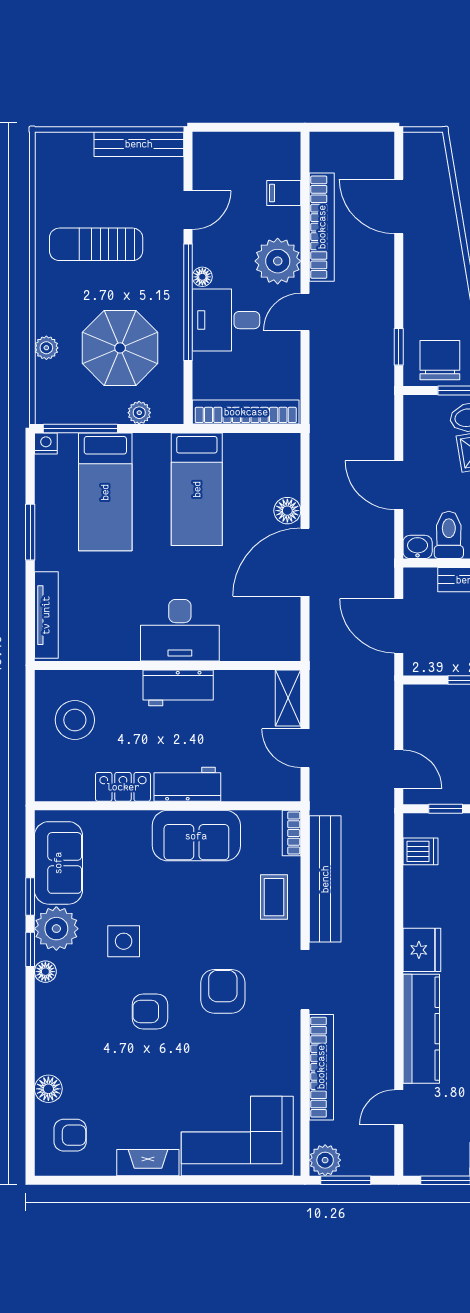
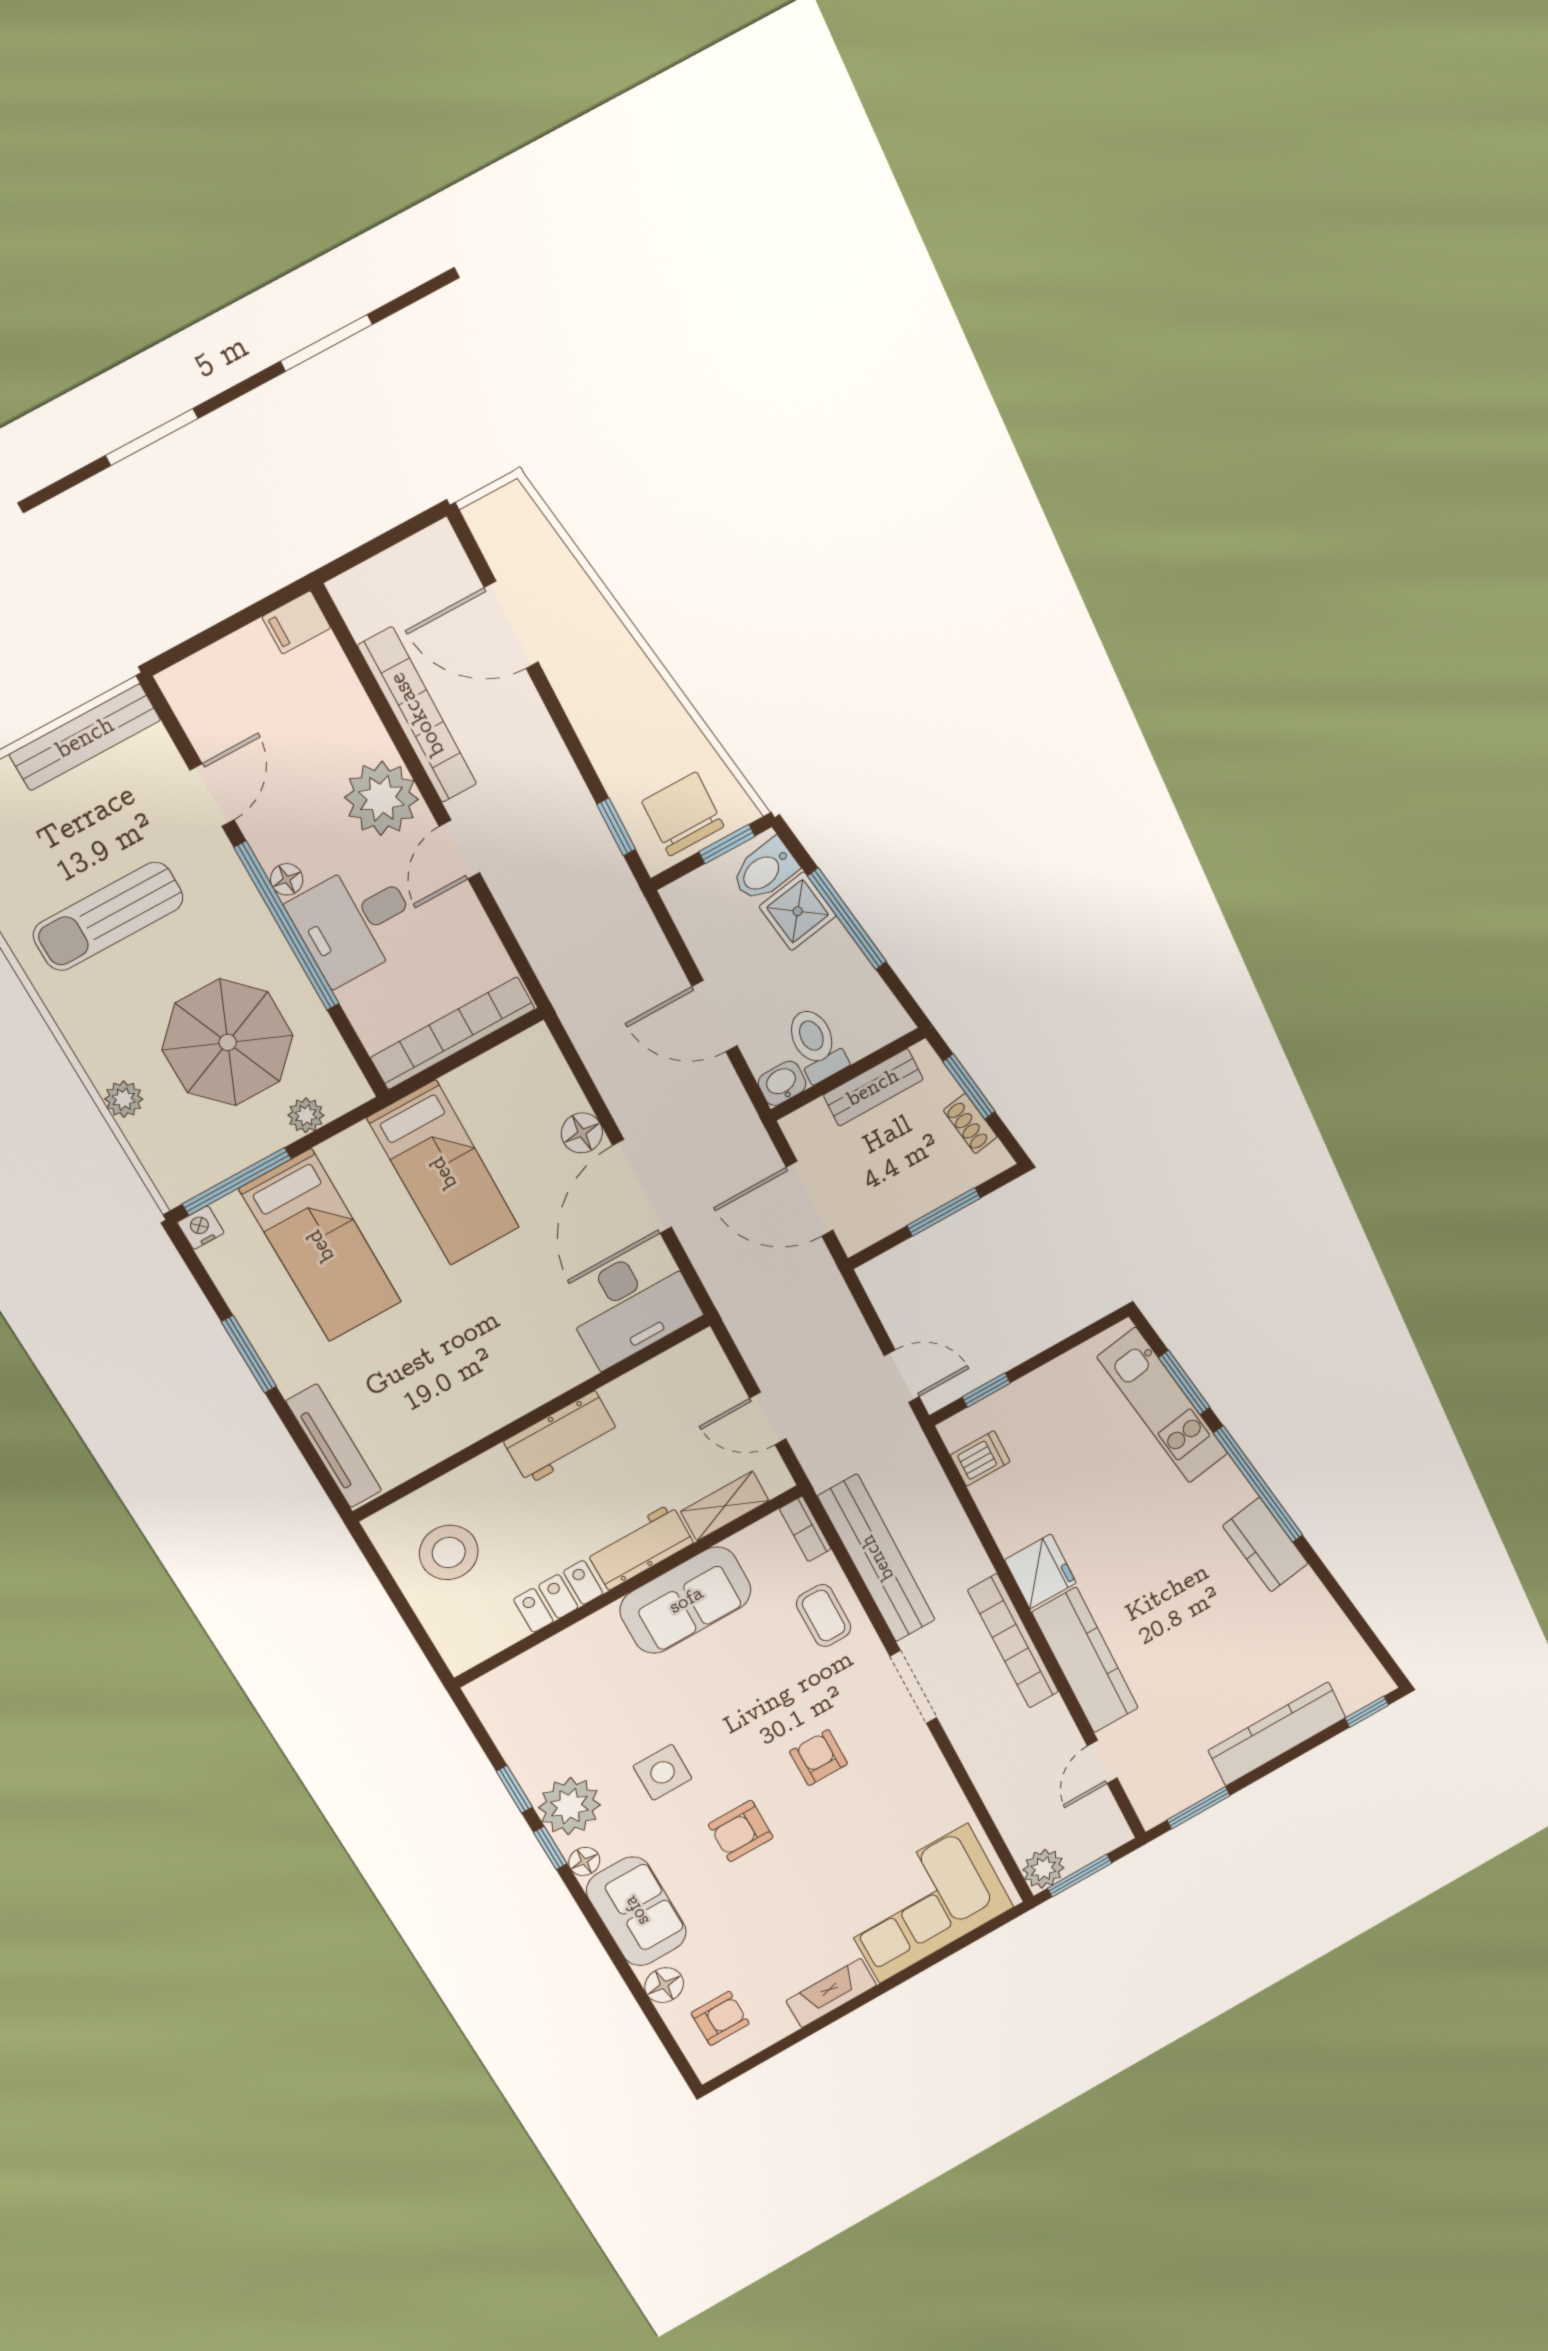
filing cabinet: (284, 193) -> (296, 622), moved
desk: (180, 630) -> (631, 1305), moved
shelving: (288, 698) -> (725, 1506), moved, turned 90
sofa: (58, 863) -> (636, 1911), moved
armchair: (223, 991) -> (818, 1758), width x0.72, depth x0.72
bookcase: (321, 1067) -> (1013, 1641), moved, turned 180

